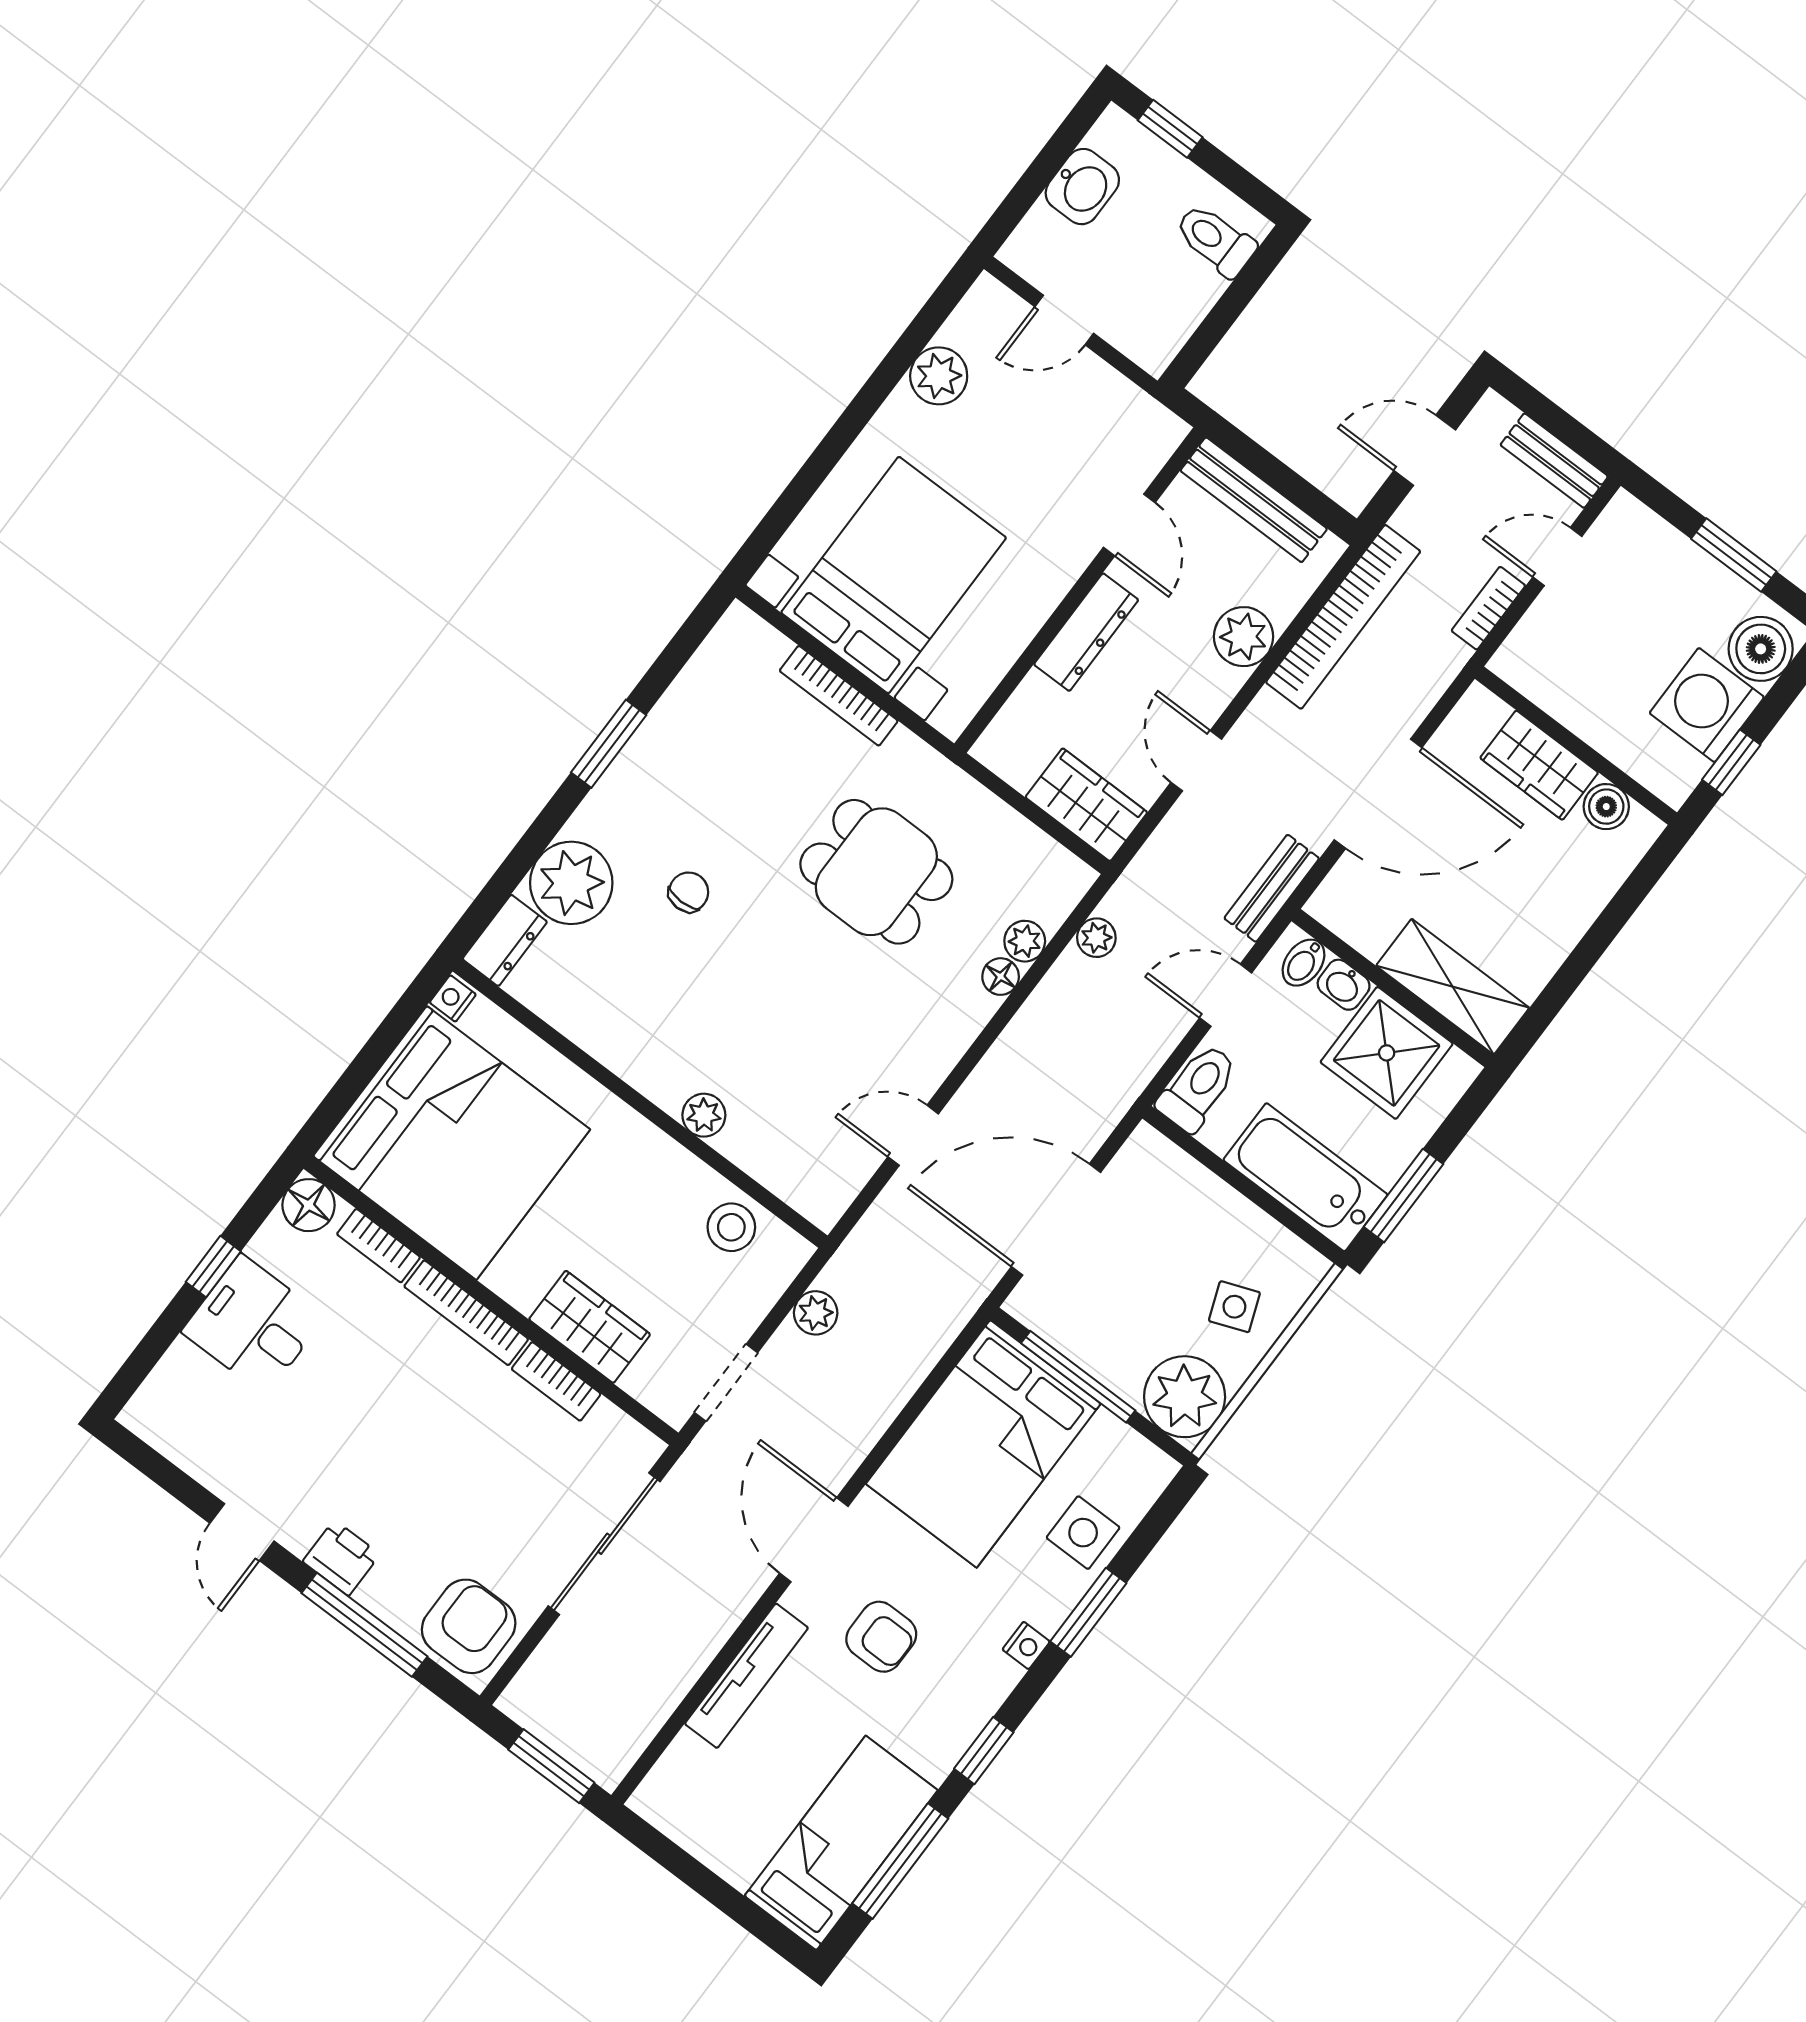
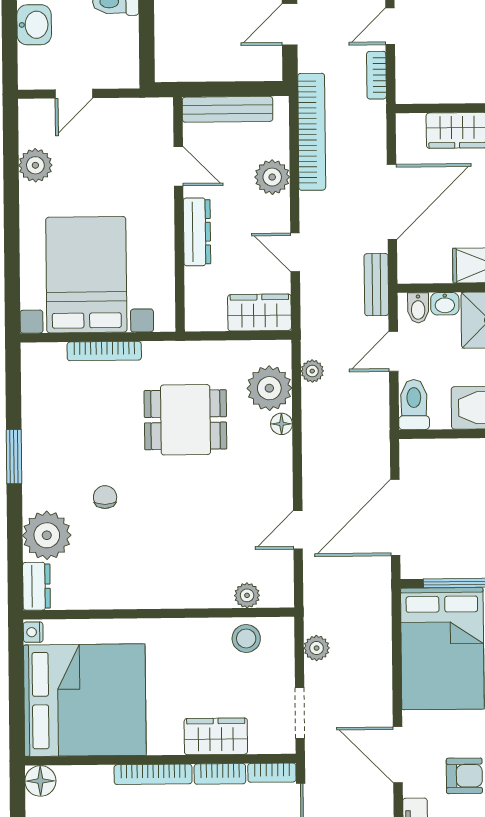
plant: (1025, 941) -> (269, 388), width x1.88, depth x1.88
plant: (704, 1115) -> (247, 595), moved
bookcase: (379, 1246) -> (272, 773), moved

